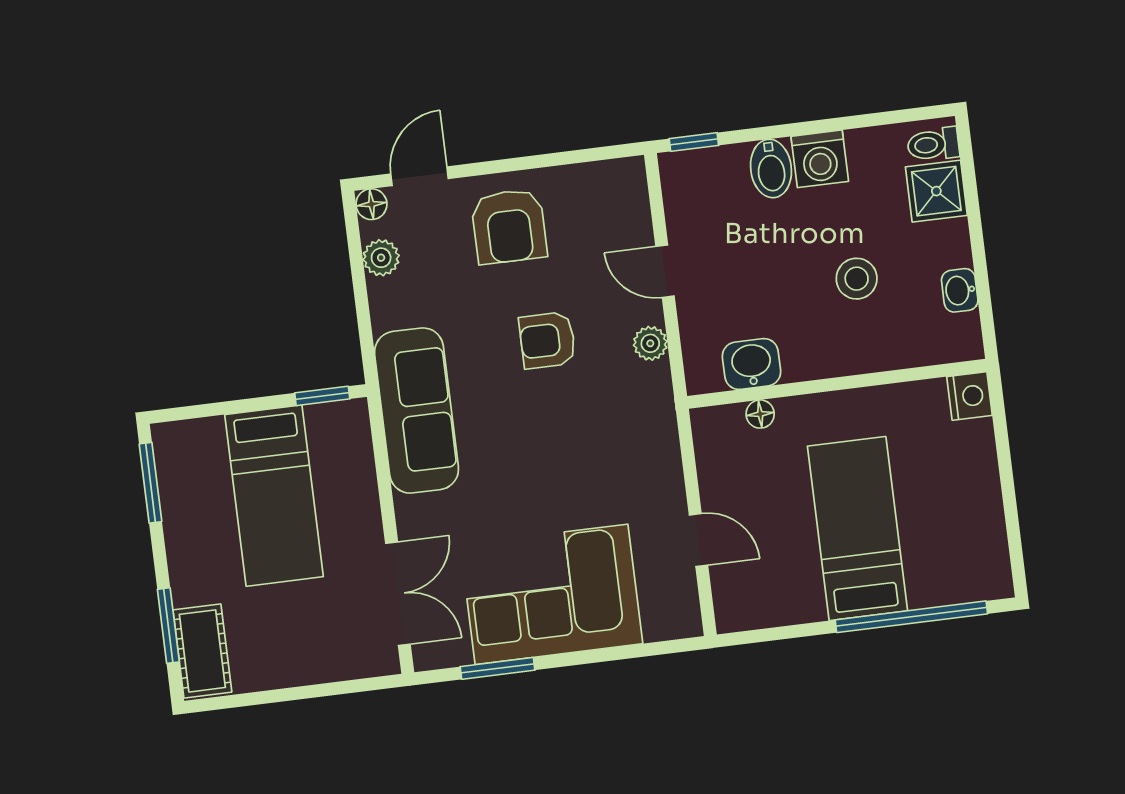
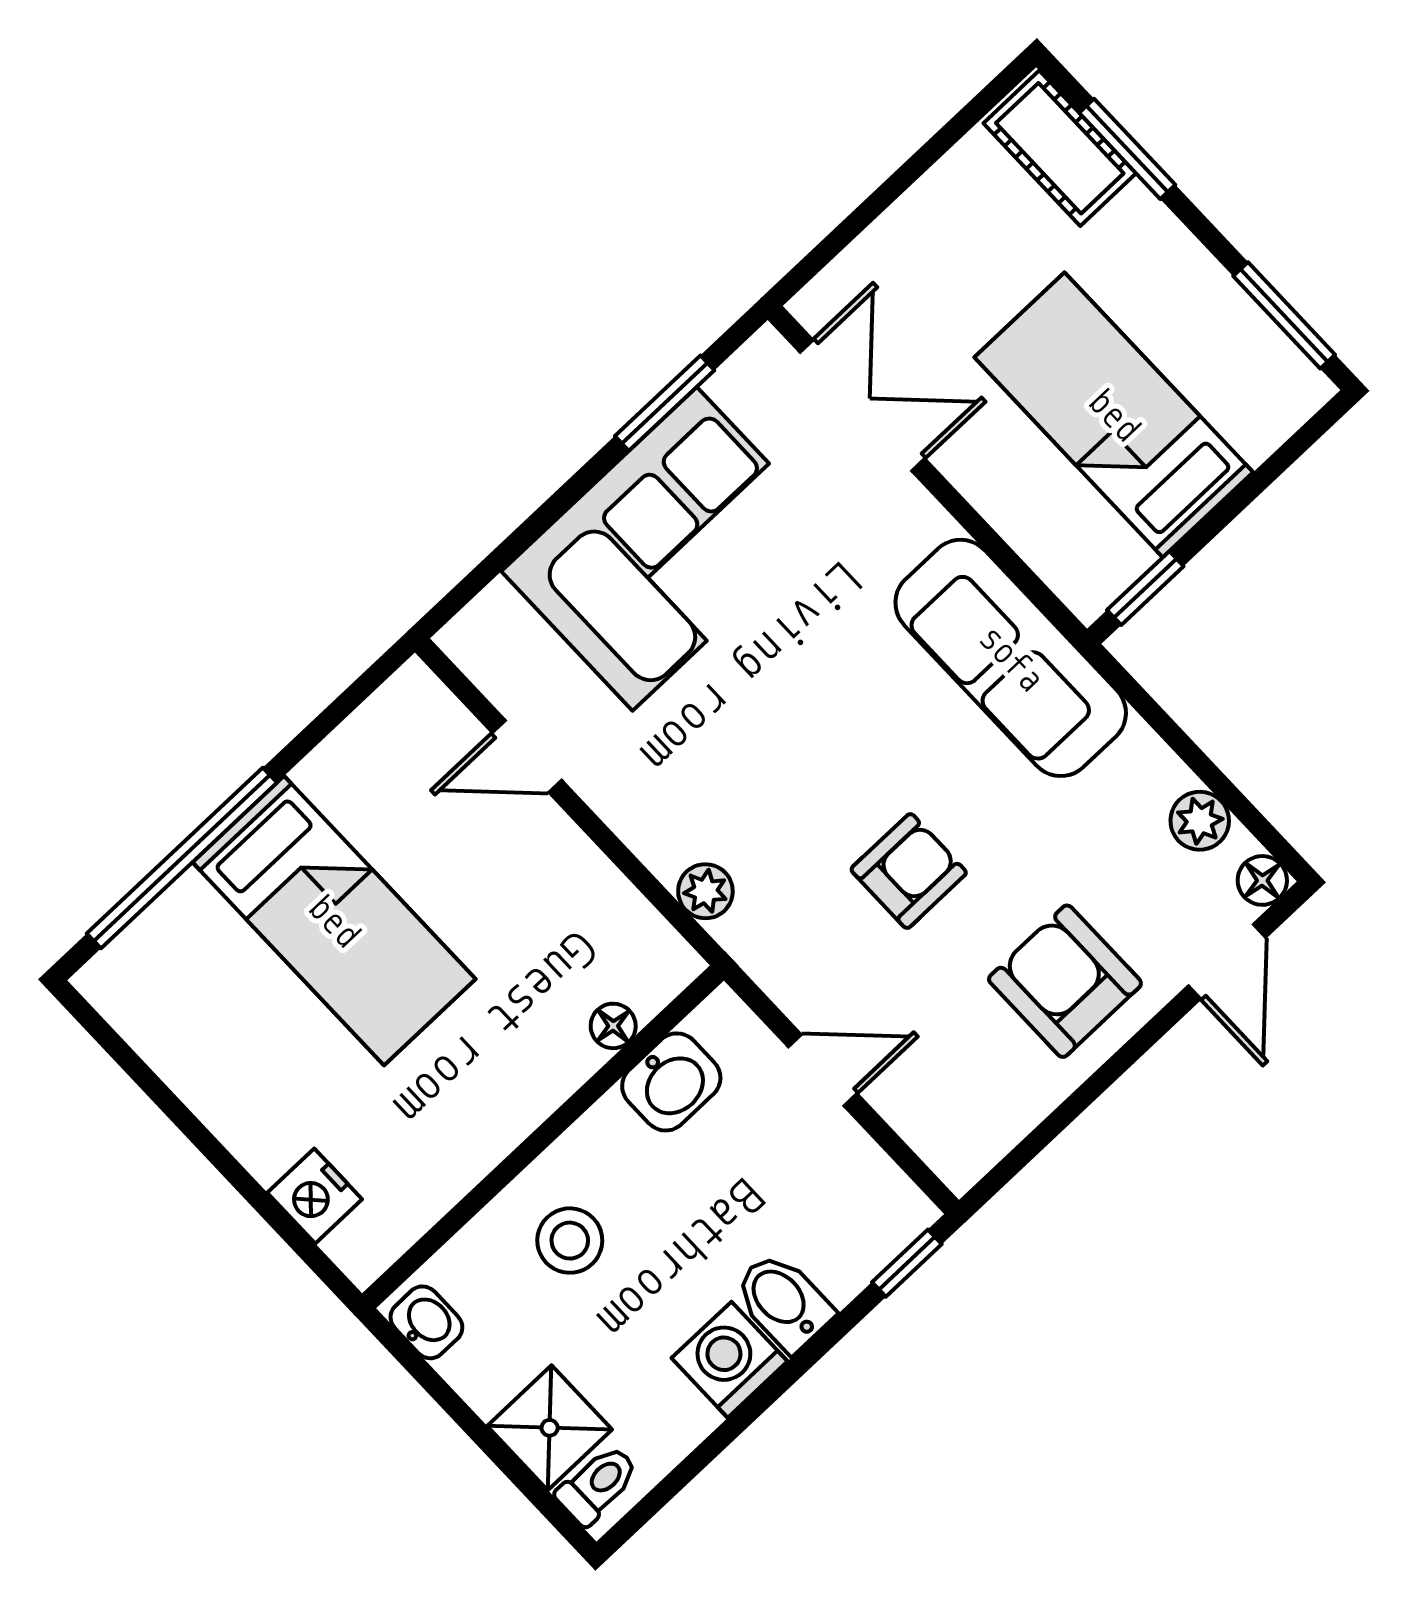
plant: (650, 343) -> (705, 891), moved
washbasin: (751, 364) -> (671, 1082), moved
wall: (837, 384) -> (543, 1137), moved
floor lamp: (760, 414) -> (613, 1026), moved
double door: (398, 594) -> (862, 405), swing flipped

